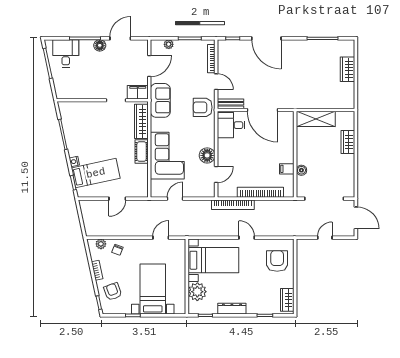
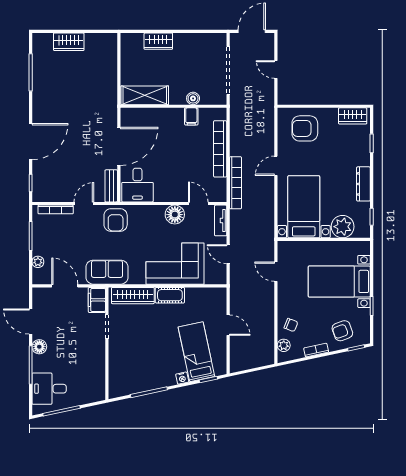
shelving: (316, 119) -> (145, 95), moved, turned 90
tv unit: (202, 193) -> (221, 220), added

